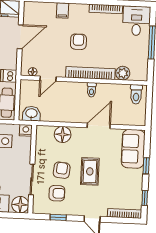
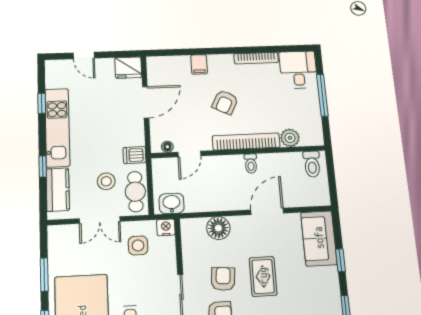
armchair: (78, 42) -> (225, 102), turned -153

